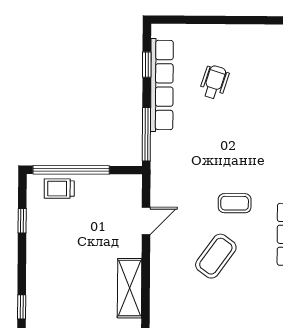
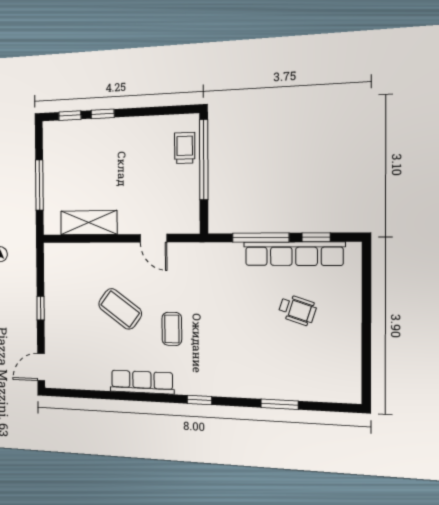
window: (146, 134) -> (261, 238), moved
window: (22, 221) -> (103, 114), moved

